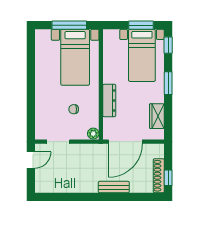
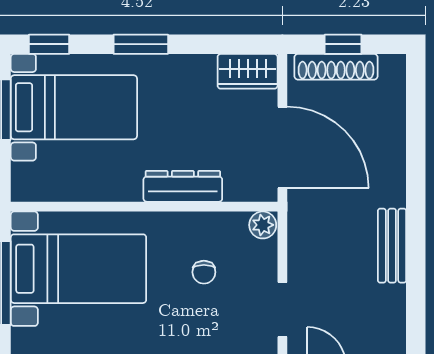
wardrobe: (157, 116) -> (248, 71), moved
shoe rack: (159, 176) -> (336, 67), moved
window: (168, 178) -> (343, 44), moved
bench: (114, 187) -> (392, 246), moved

